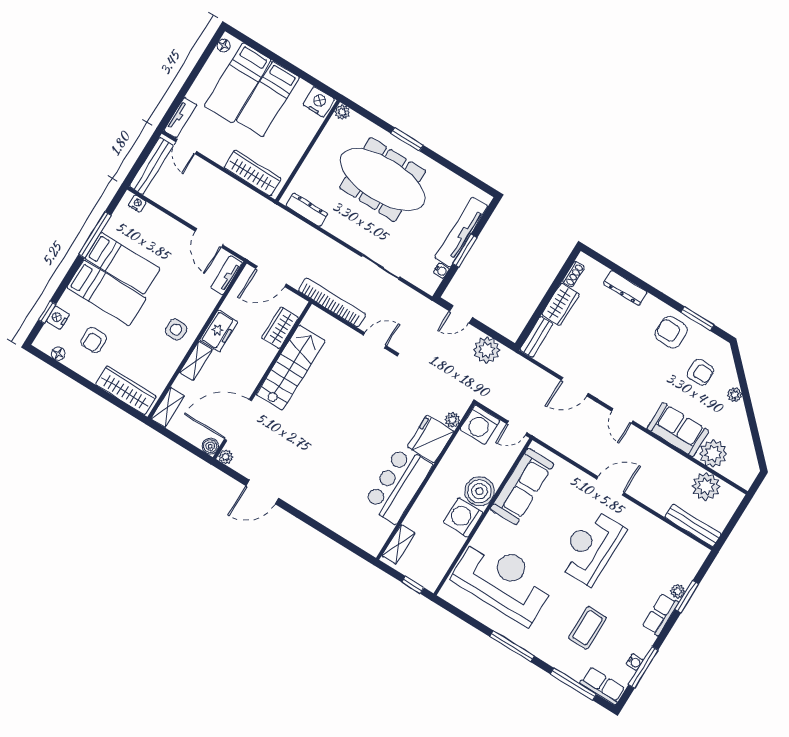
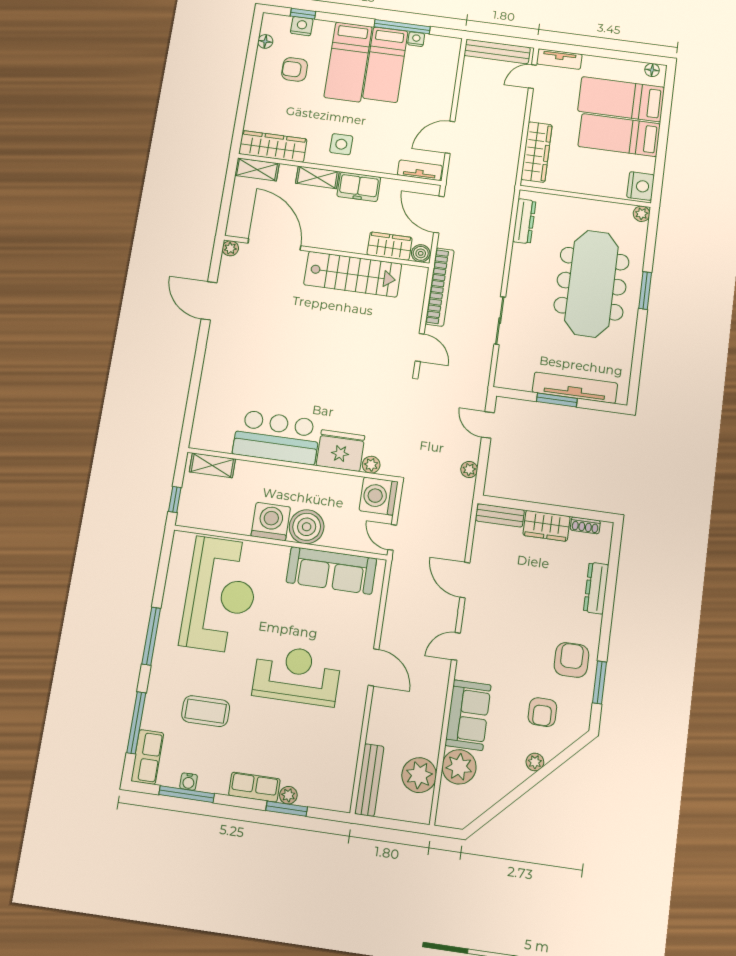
nightstand: (137, 204) -> (416, 39), moved, turned -90
water cooler: (441, 271) -> (524, 384), removed
plant: (487, 350) -> (469, 470), width x0.53, depth x0.53
wardrobe: (126, 390) -> (273, 146), moved, turned -90
boiler: (210, 446) -> (421, 253), moved

